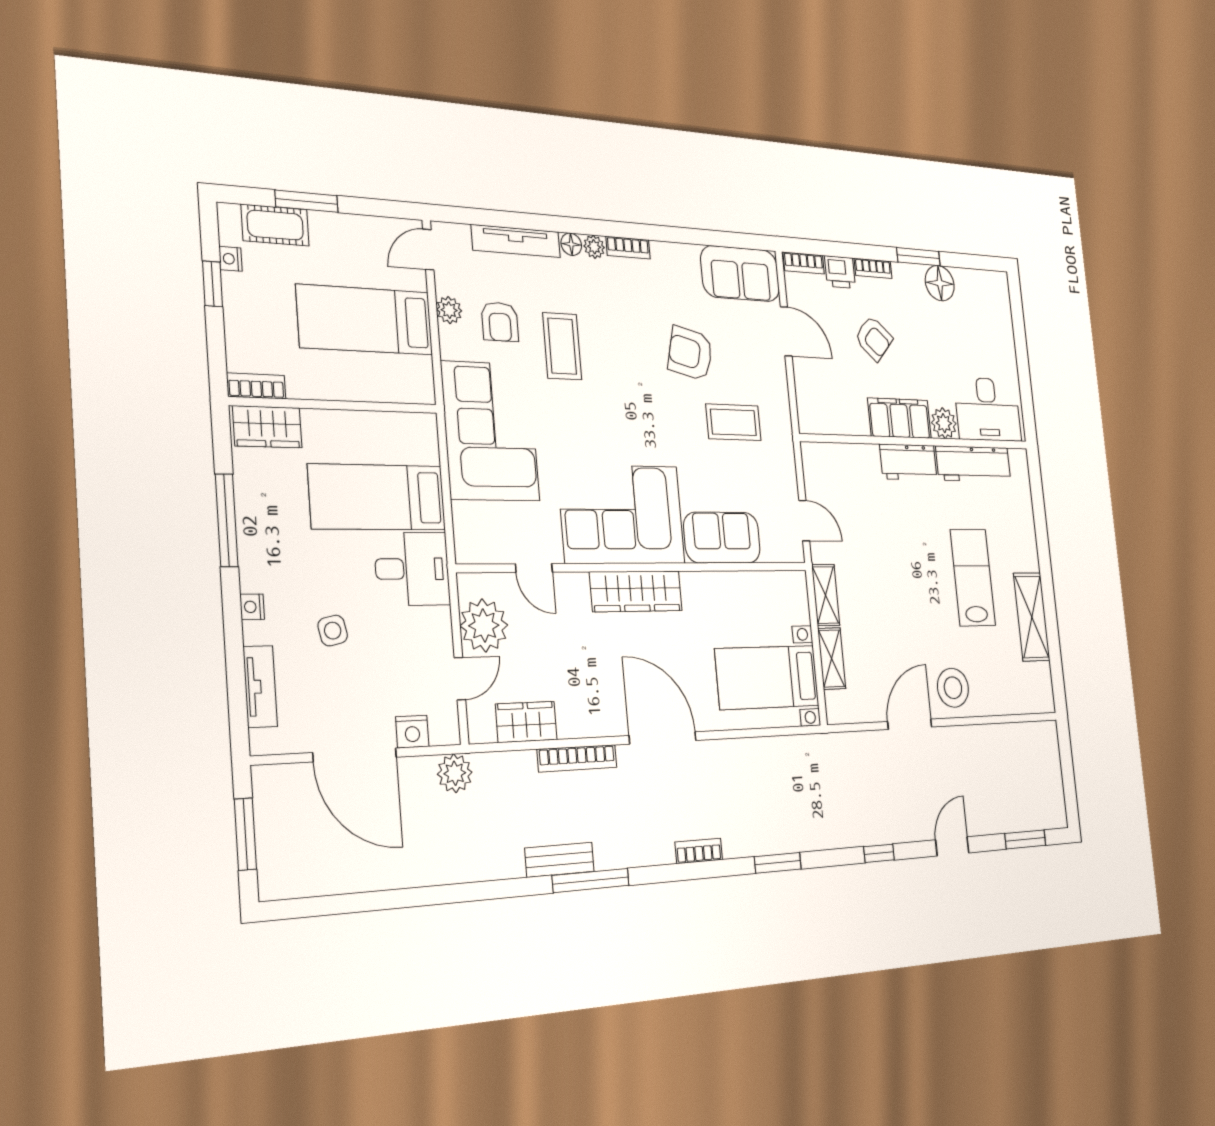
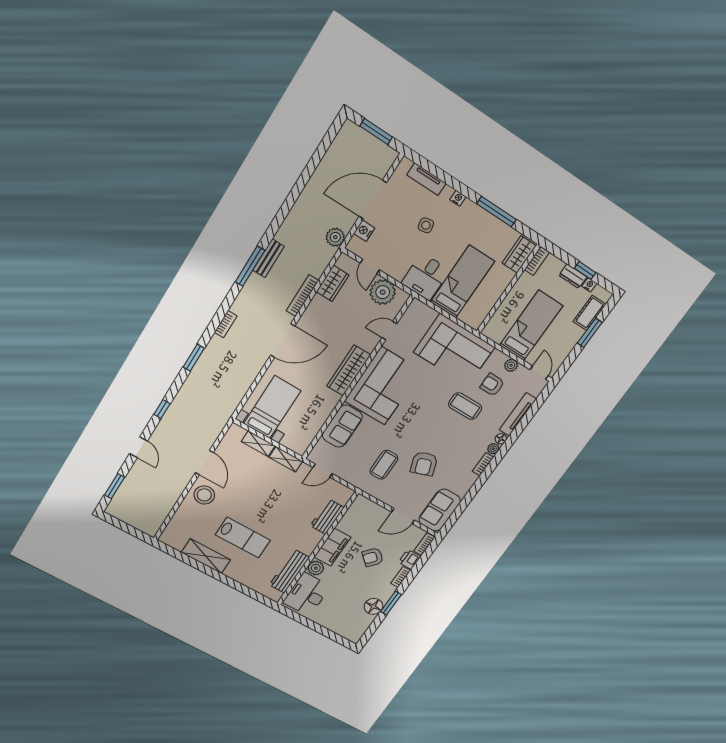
dresser: (237, 300) -> (573, 276), added
armchair: (690, 353) -> (424, 464), turned 147
workbench: (908, 462) -> (327, 517), moved

